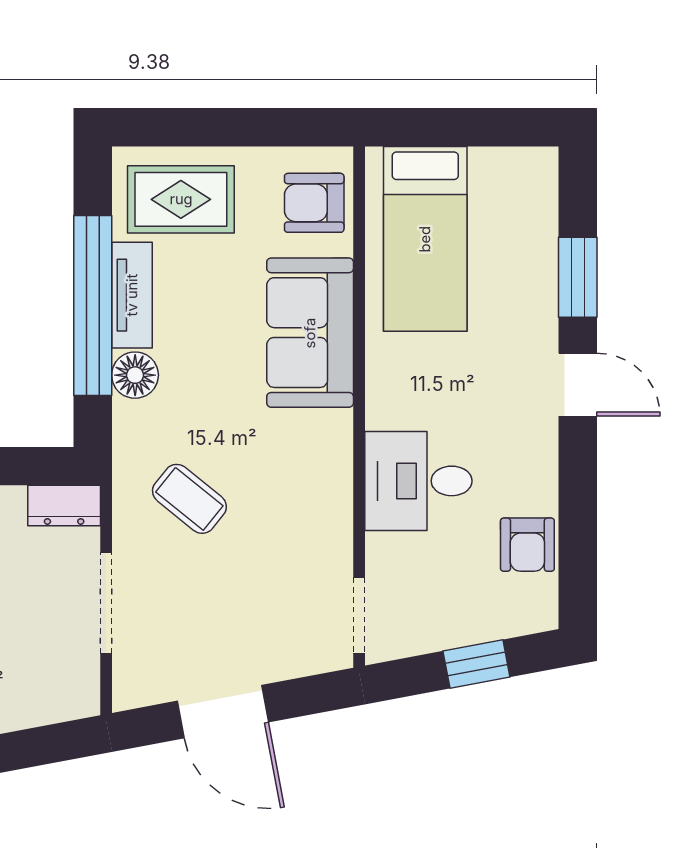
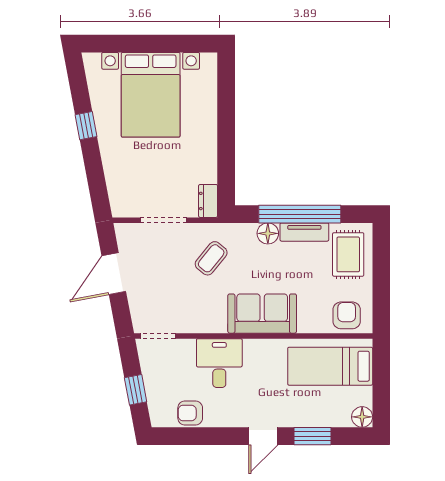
floor lamp: (536, 169) -> (362, 417), added
sofa: (310, 333) -> (262, 314), moved

